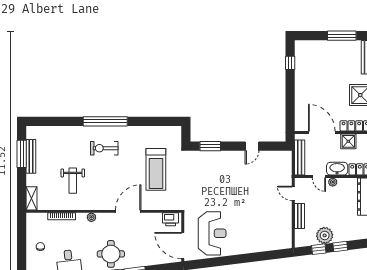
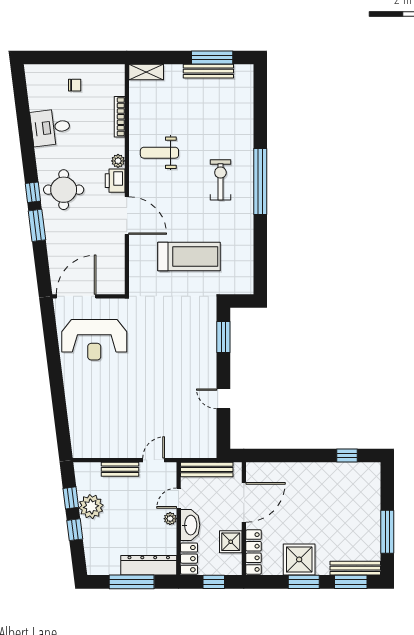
treadmill: (156, 169) -> (189, 257), turned 180
weight bench: (73, 181) -> (159, 153), moved
printer: (171, 219) -> (115, 181), moved

